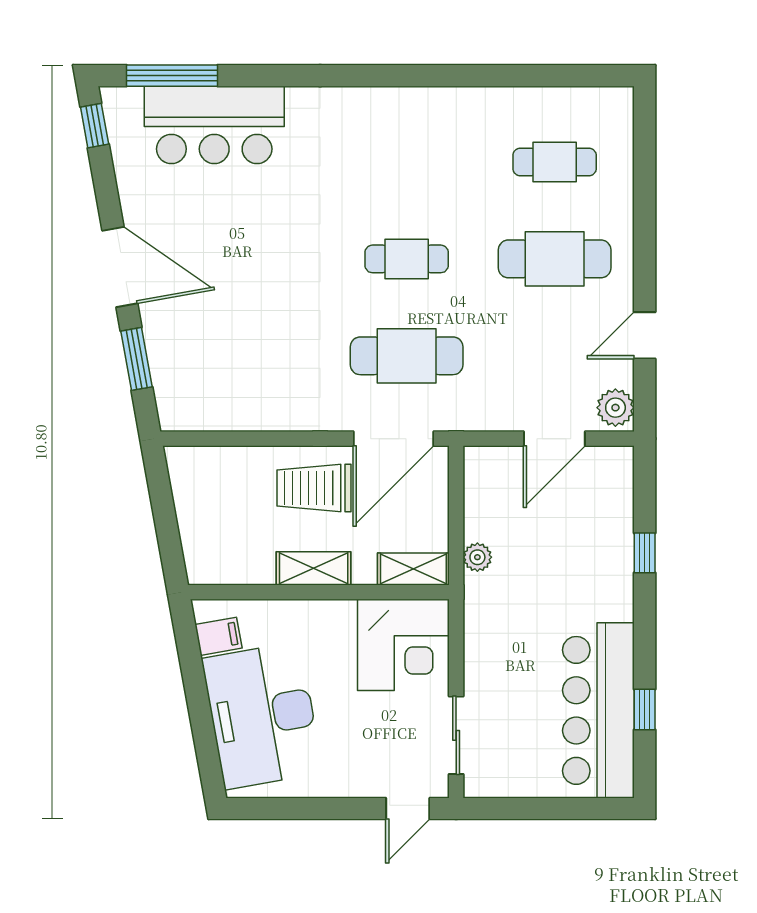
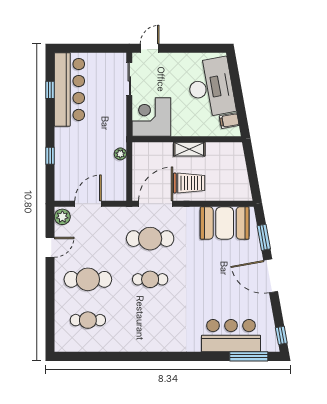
booth: (229, 393) -> (225, 223), added
shelving: (413, 569) -> (147, 149), removed

